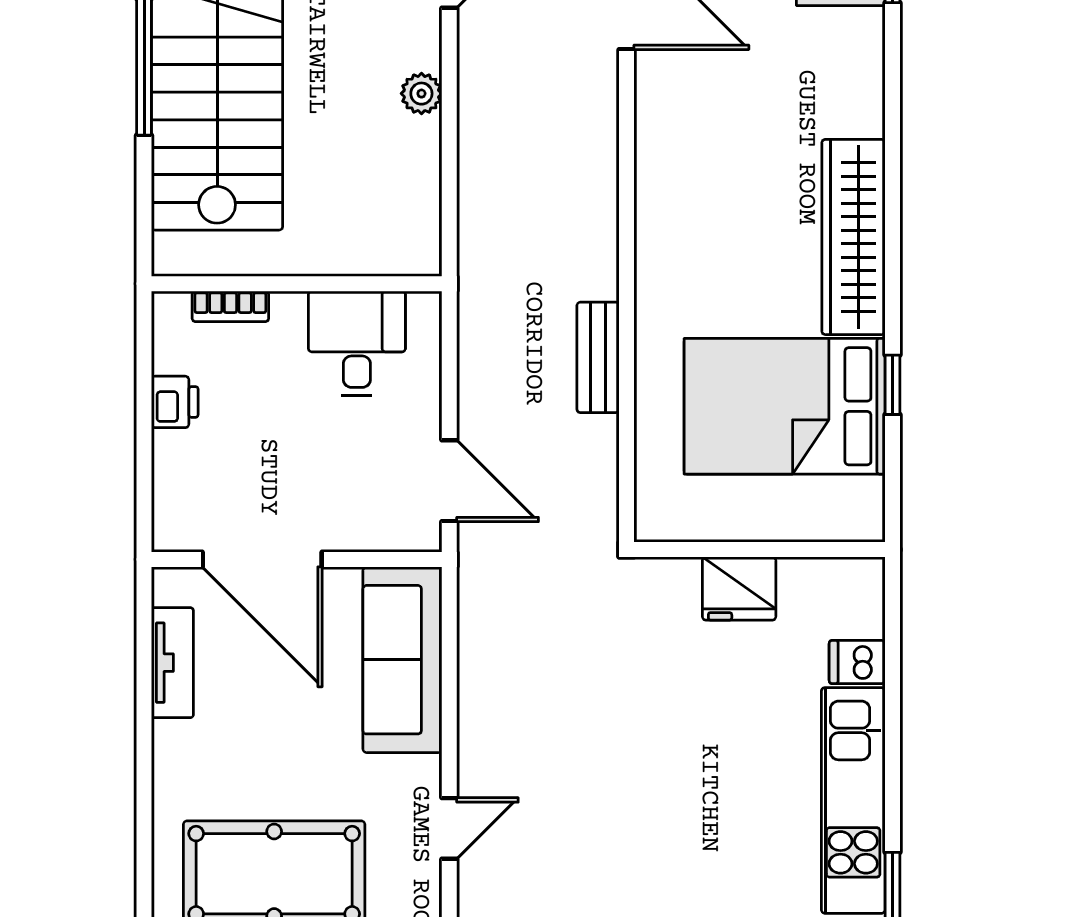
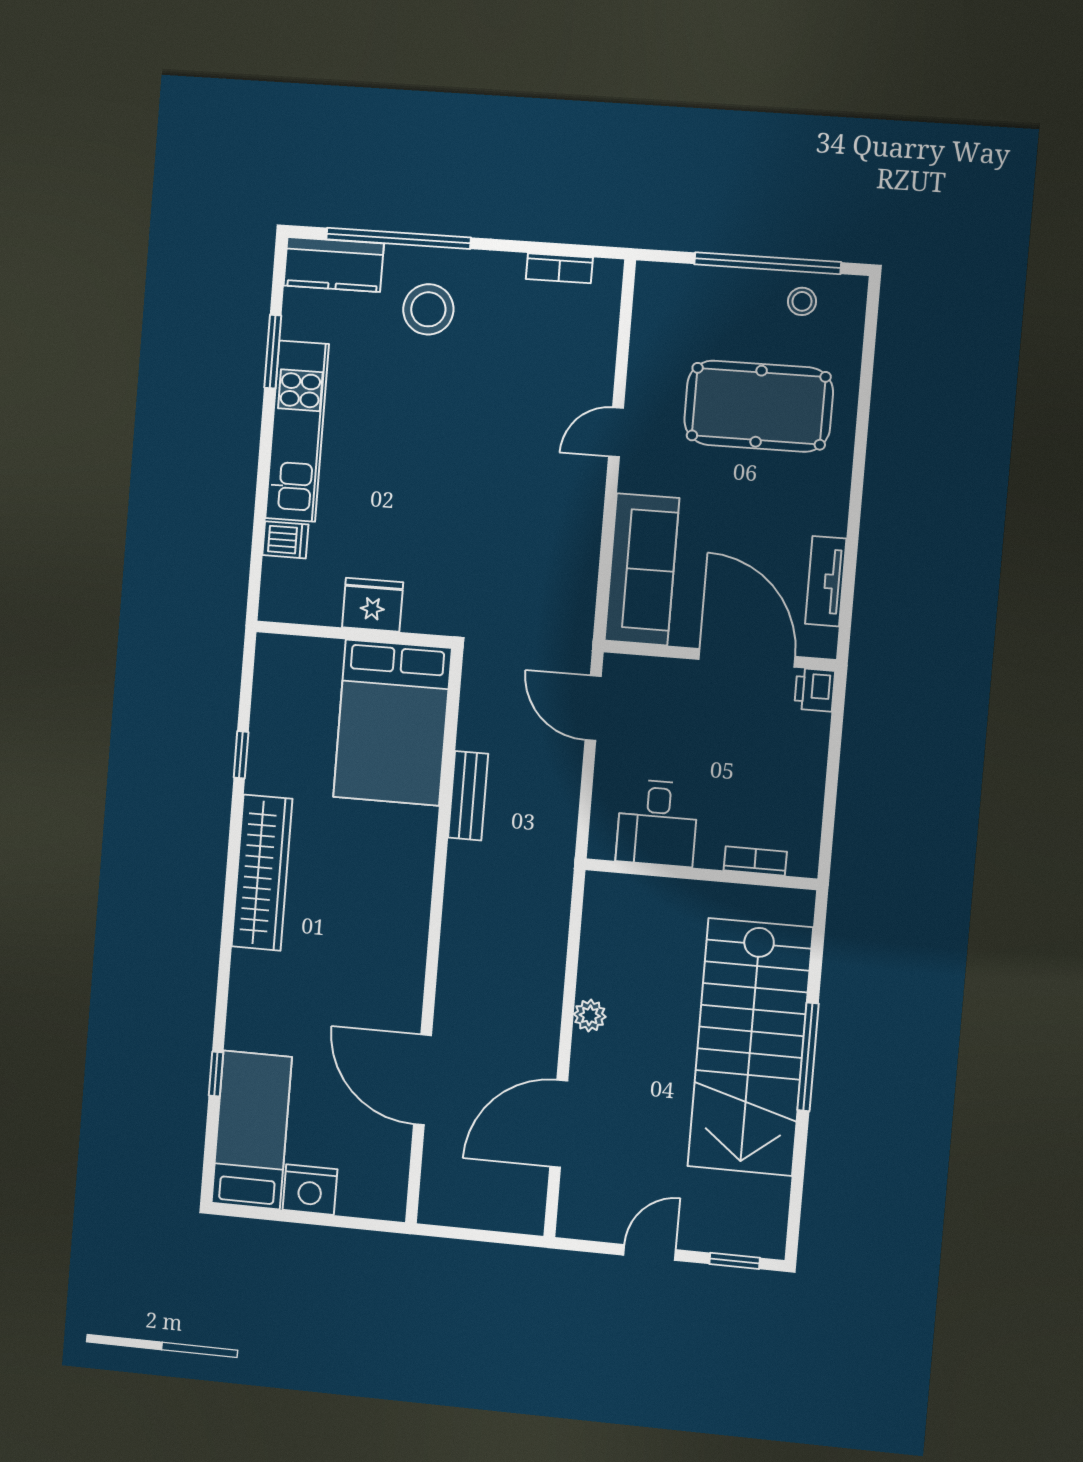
printer: (175, 402) -> (815, 690), moved
bed: (785, 406) -> (392, 723), moved, turned 90

